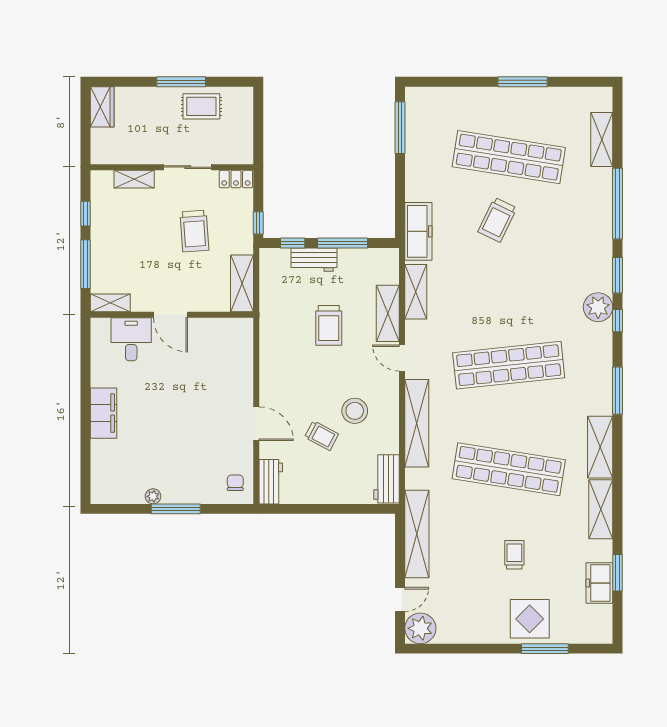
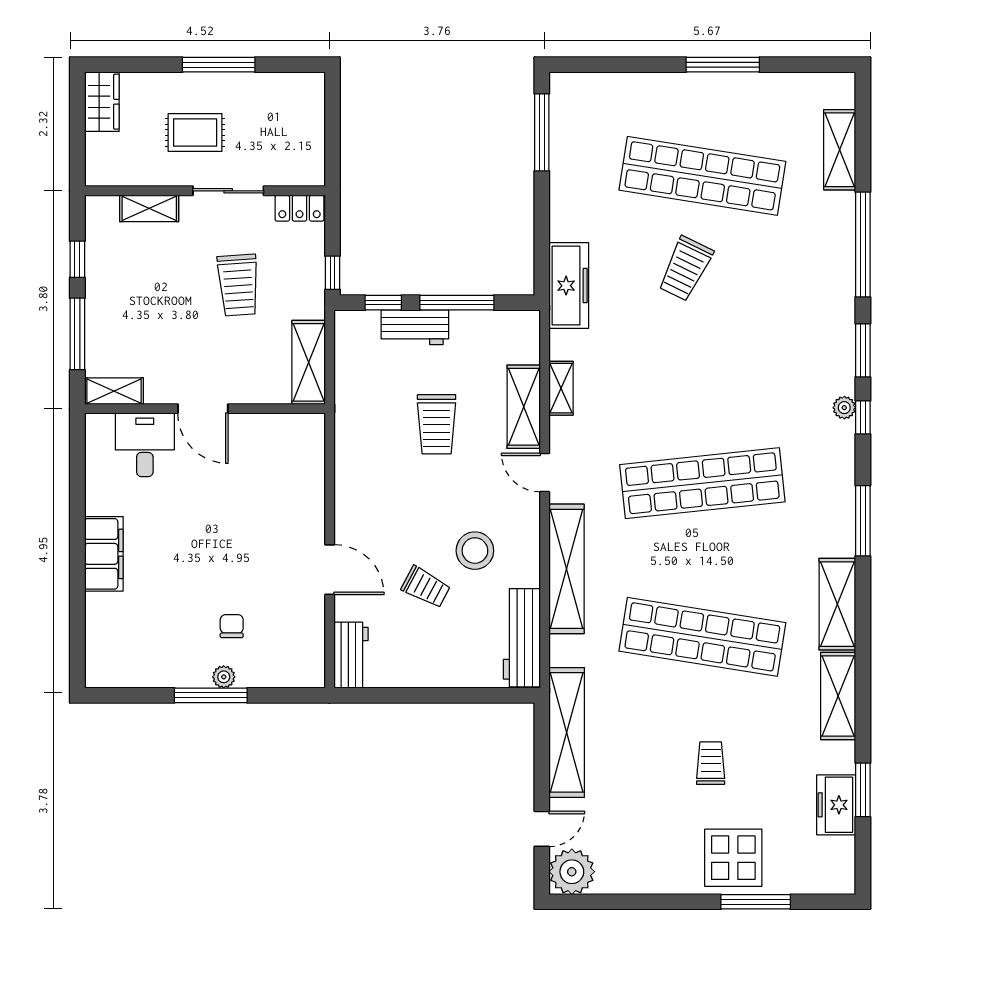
rug: (201, 106) -> (195, 132), moved
shelving: (416, 292) -> (561, 388), width x0.67, depth x0.75
plant: (598, 307) -> (844, 408), width x0.53, depth x0.53
workbench: (387, 479) -> (522, 638), width x1.37
chair: (235, 483) -> (232, 626), moved
plant: (153, 496) -> (224, 677), moved

